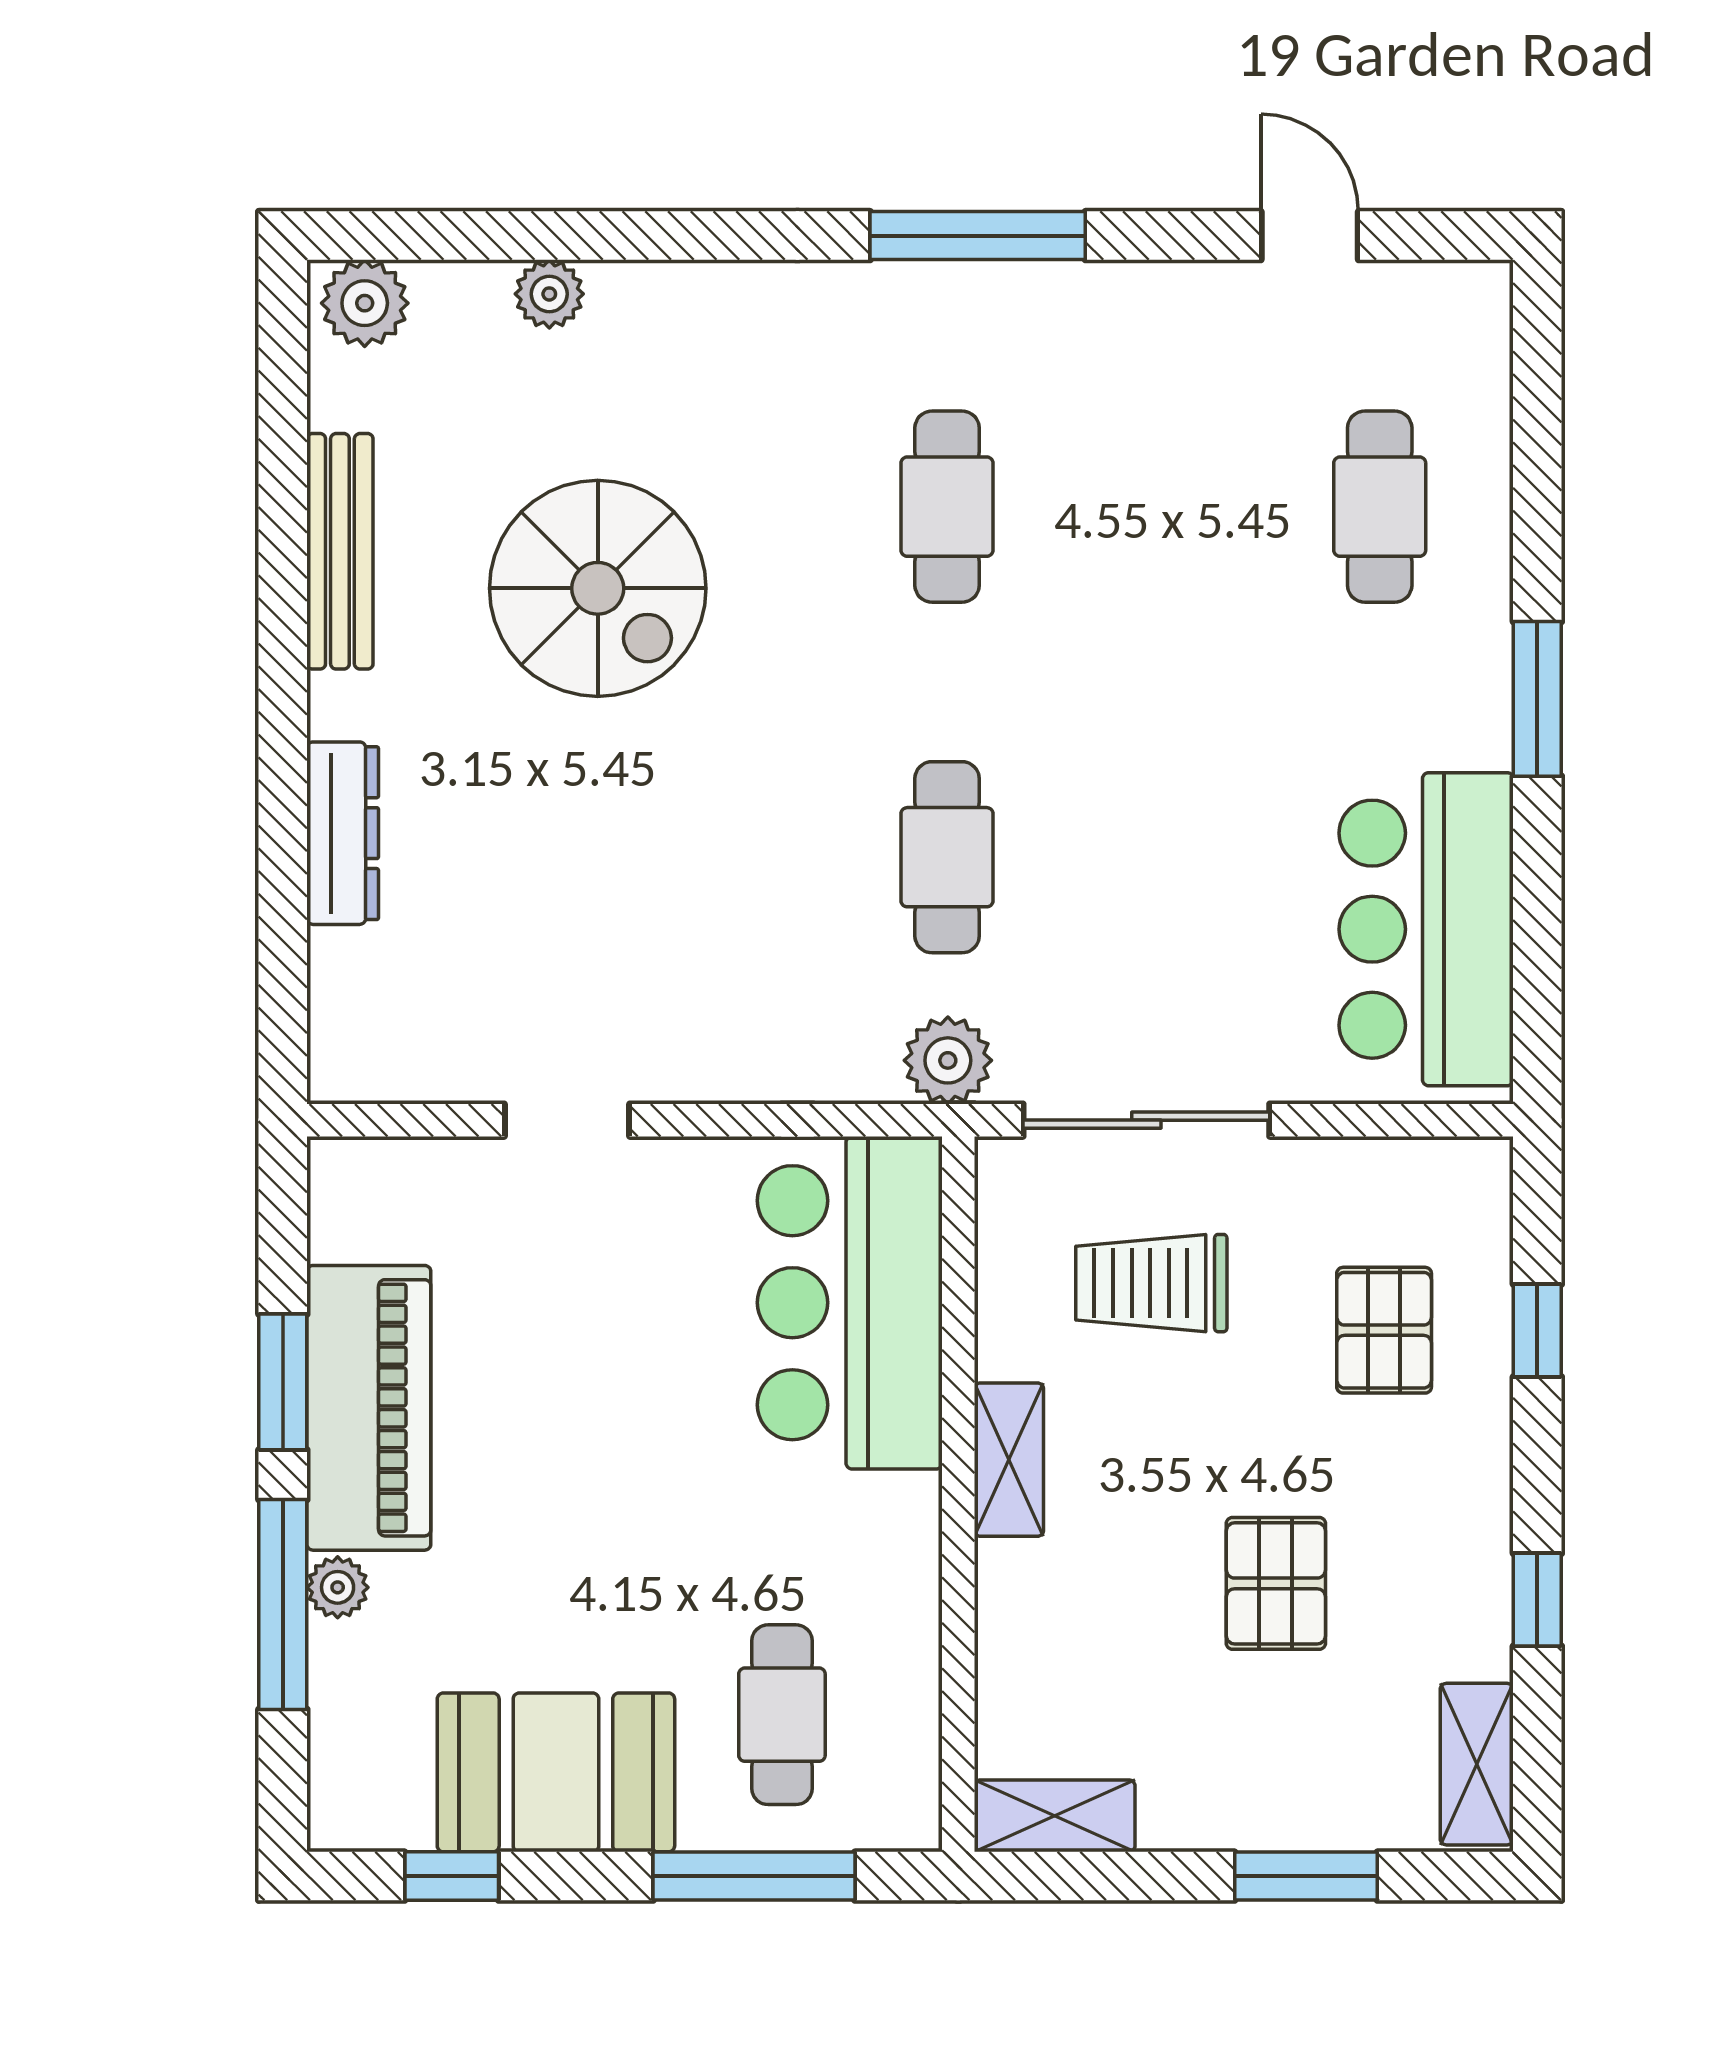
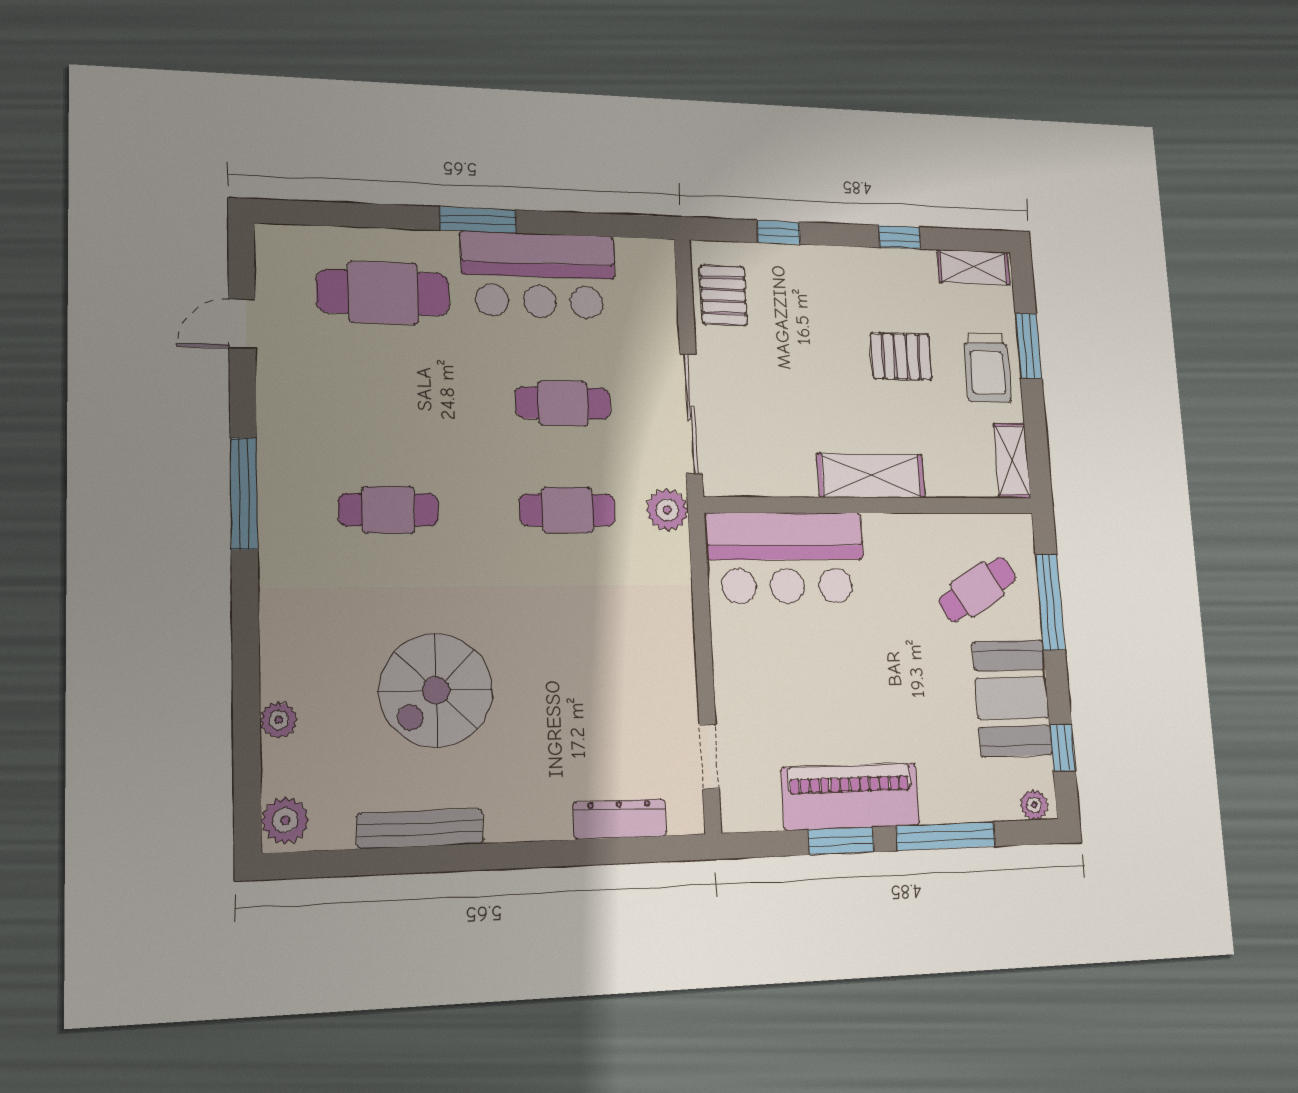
cafe table: (1380, 507) -> (383, 293), width x1.37, depth x1.35
spiral stairs: (598, 588) -> (436, 690), turned 180
dresser: (343, 833) -> (620, 819), moved
cafe table: (1163, 857) -> (563, 403), added
bar counter: (1426, 929) -> (539, 275), moved
doorway: (567, 1120) -> (709, 756), moved
trolley: (1151, 1283) -> (987, 368), moved
pallet: (1384, 1330) -> (723, 295), moved, turned 90
shelving: (1009, 1460) -> (871, 476), width x1.50, depth x1.33
plant: (338, 1587) -> (1034, 805), moved
cafe table: (782, 1715) -> (977, 589), turned -31

